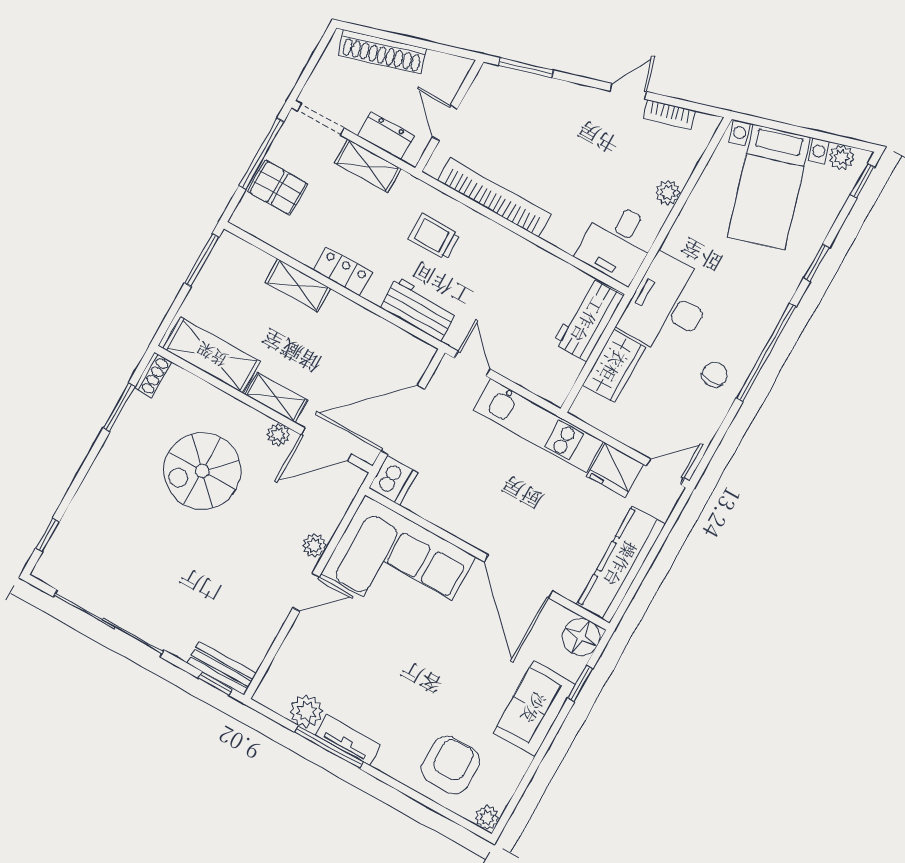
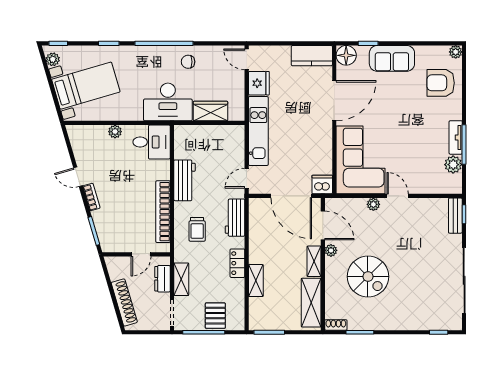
bookcase: (669, 115) -> (91, 197), moved
workbench: (588, 320) -> (185, 180), moved, turned -90
kitchen counter: (621, 564) -> (312, 56), width x0.67

